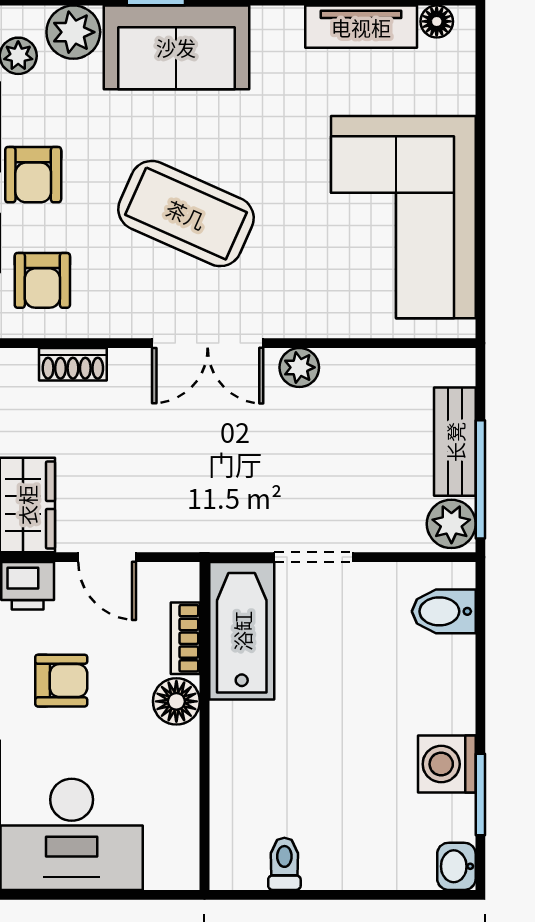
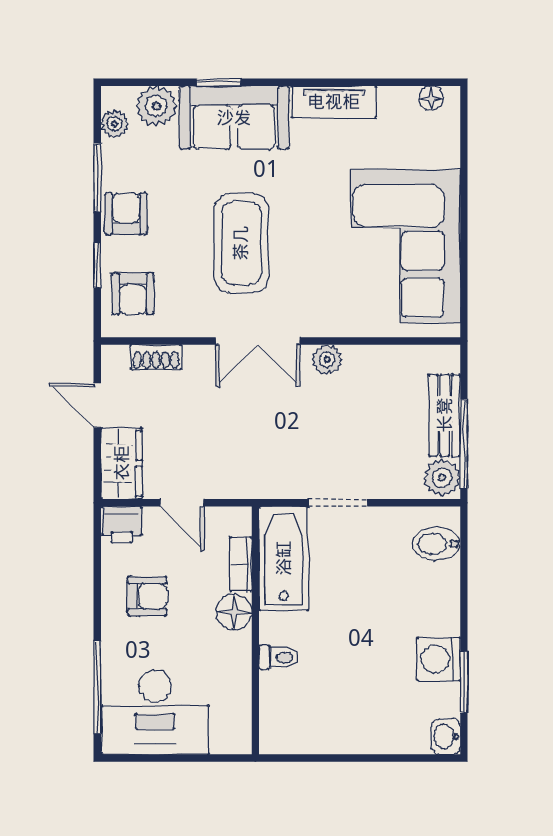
tv unit: (361, 27) -> (334, 102), moved
armchair: (33, 175) -> (126, 214), turned 180
coffee table: (186, 214) -> (241, 243), turned 66
toilet: (284, 864) -> (279, 657), moved, turned 90

